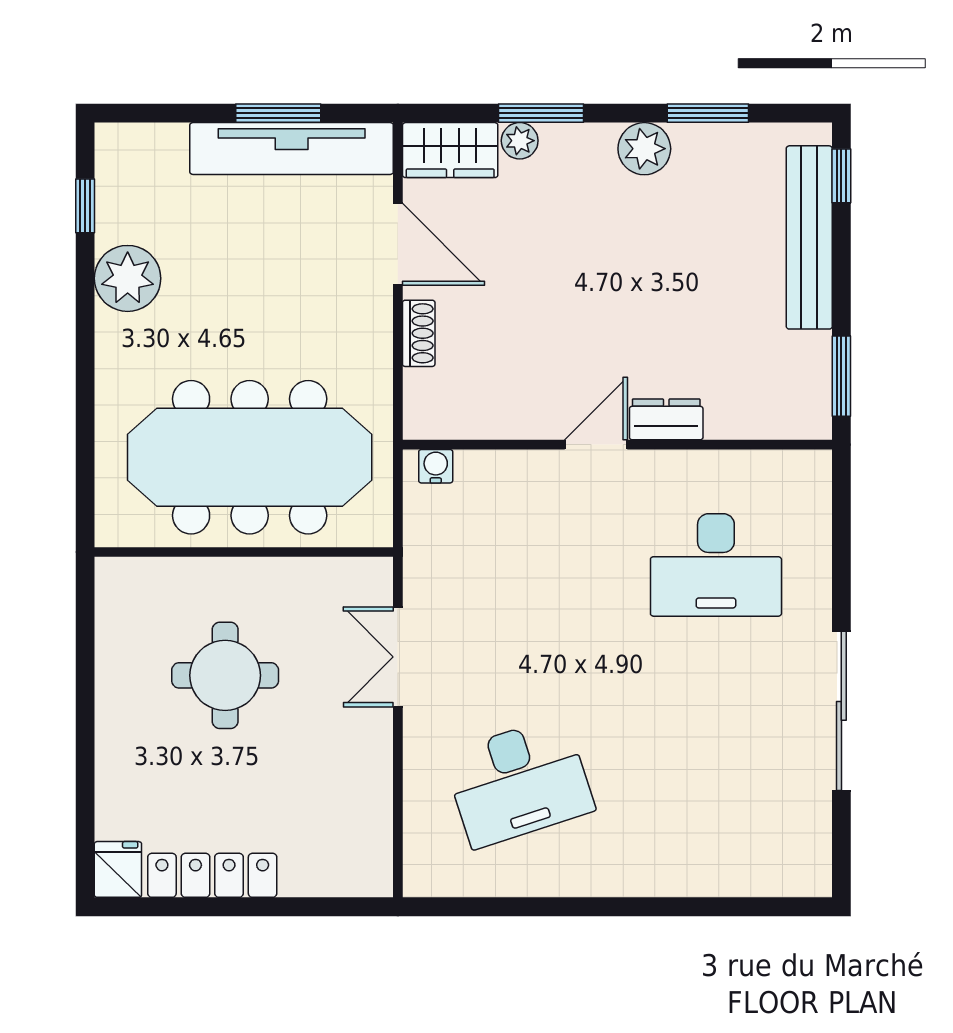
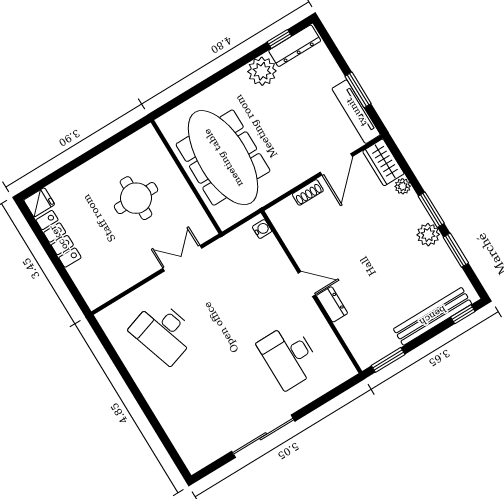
window: (541, 113) -> (431, 210), moved
tv unit: (292, 149) -> (356, 112), width x0.73, depth x0.78
dresser: (117, 184) -> (295, 46), added

